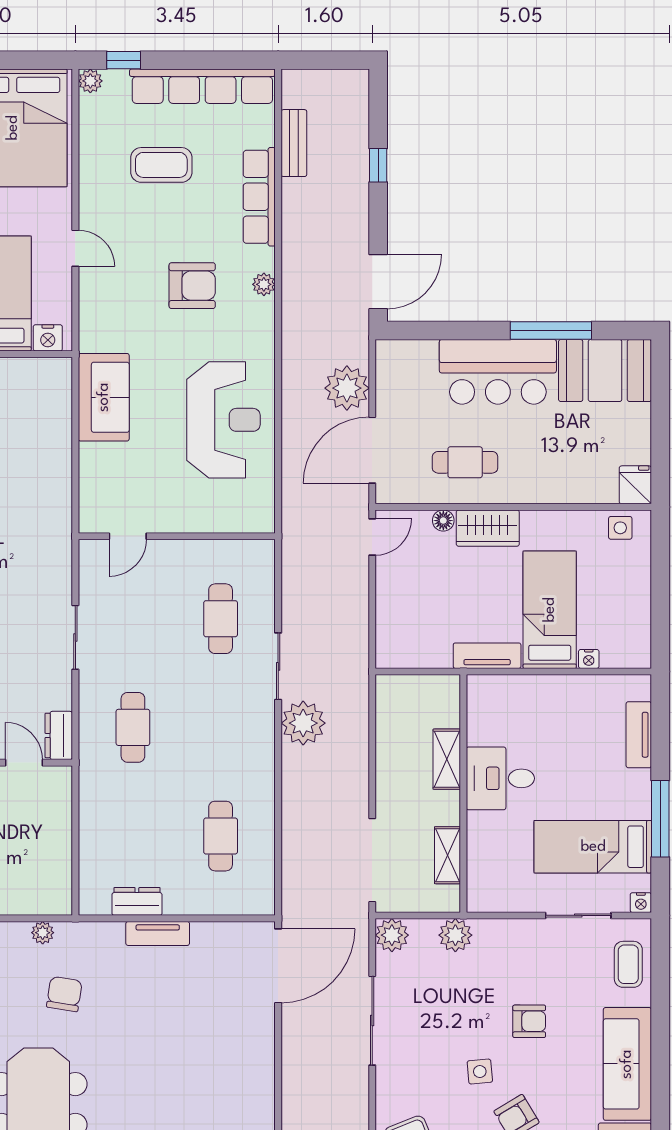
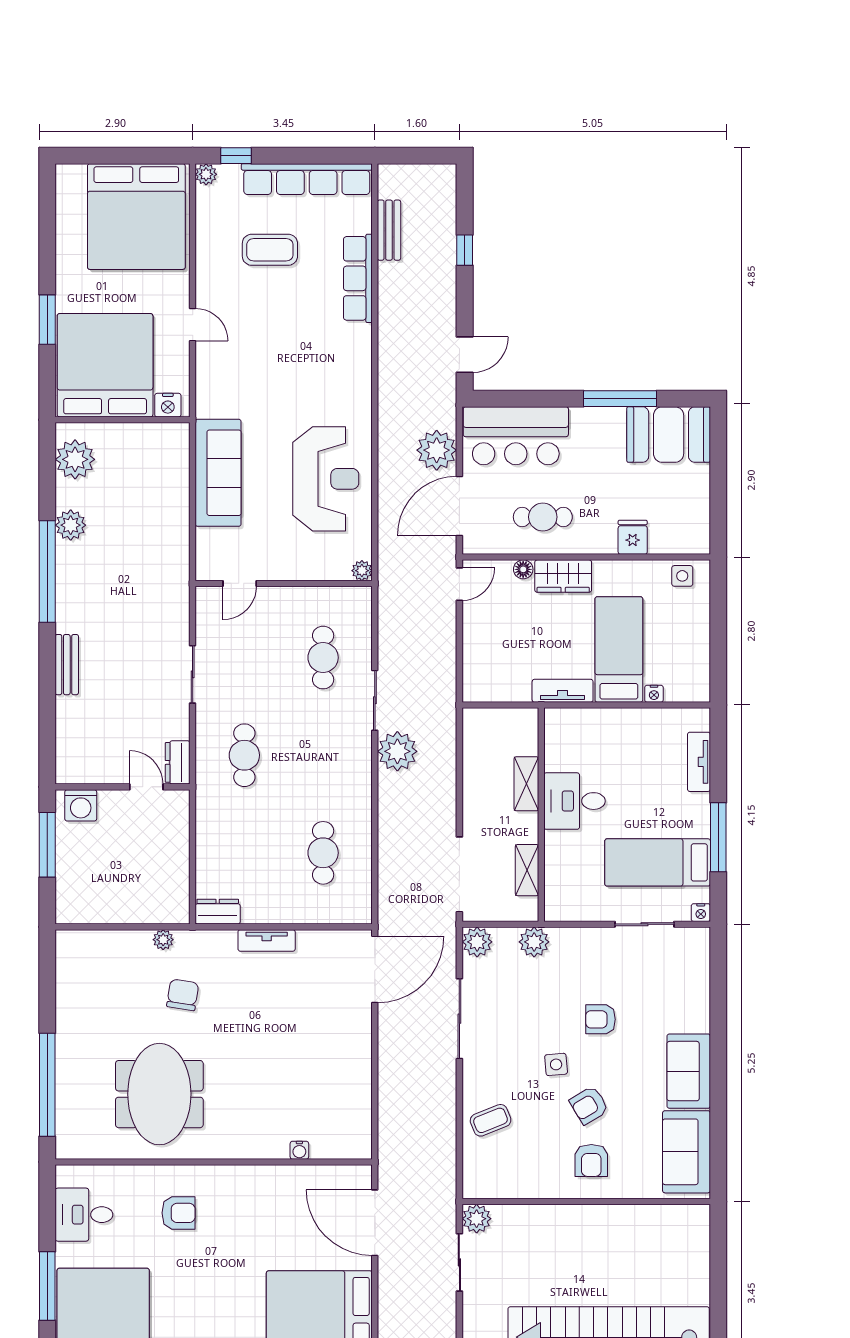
door: (378, 282) -> (465, 355), width x0.73
plant: (264, 284) -> (362, 571), moved
armchair: (192, 286) -> (298, 358), removed
bar counter: (498, 372) -> (516, 436), moved
sofa: (104, 397) -> (218, 473), width x1.36
fridge: (635, 485) -> (633, 537), moved
dresser: (137, 901) -> (218, 912), moved
coffee table: (628, 964) -> (690, 968), removed
armchair: (529, 1021) -> (600, 1019), turned 180
sofa: (627, 1064) -> (689, 1071), width x0.73

